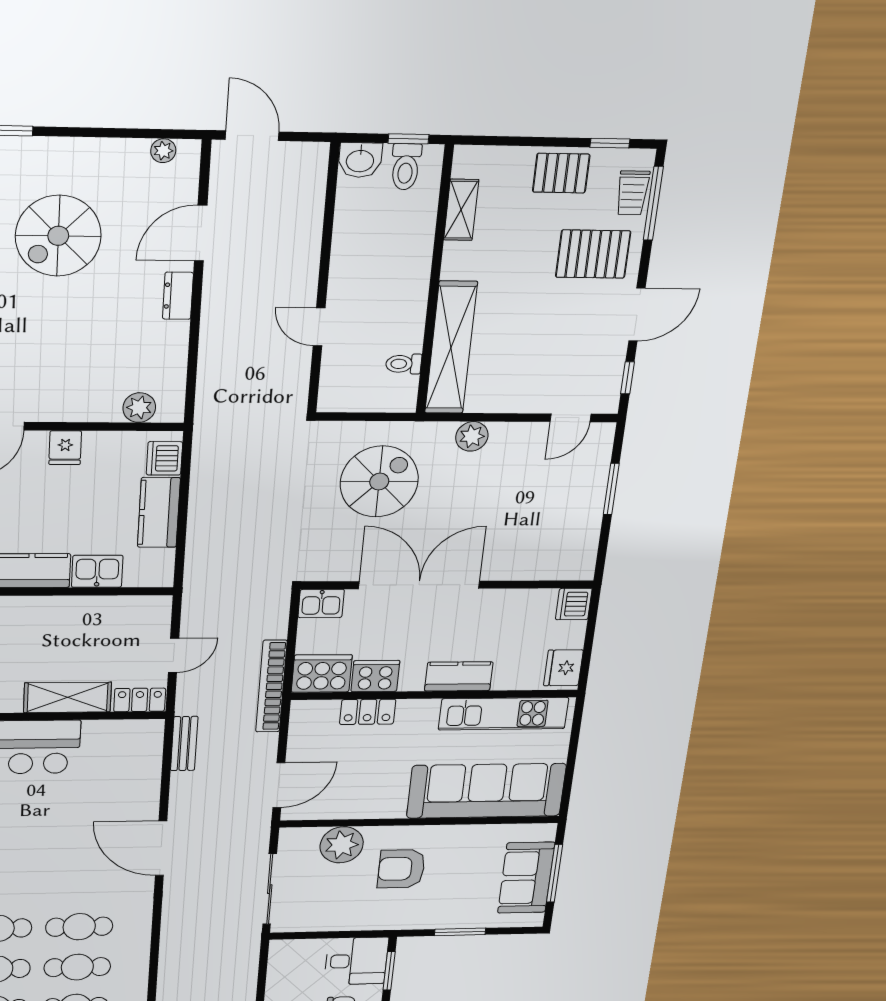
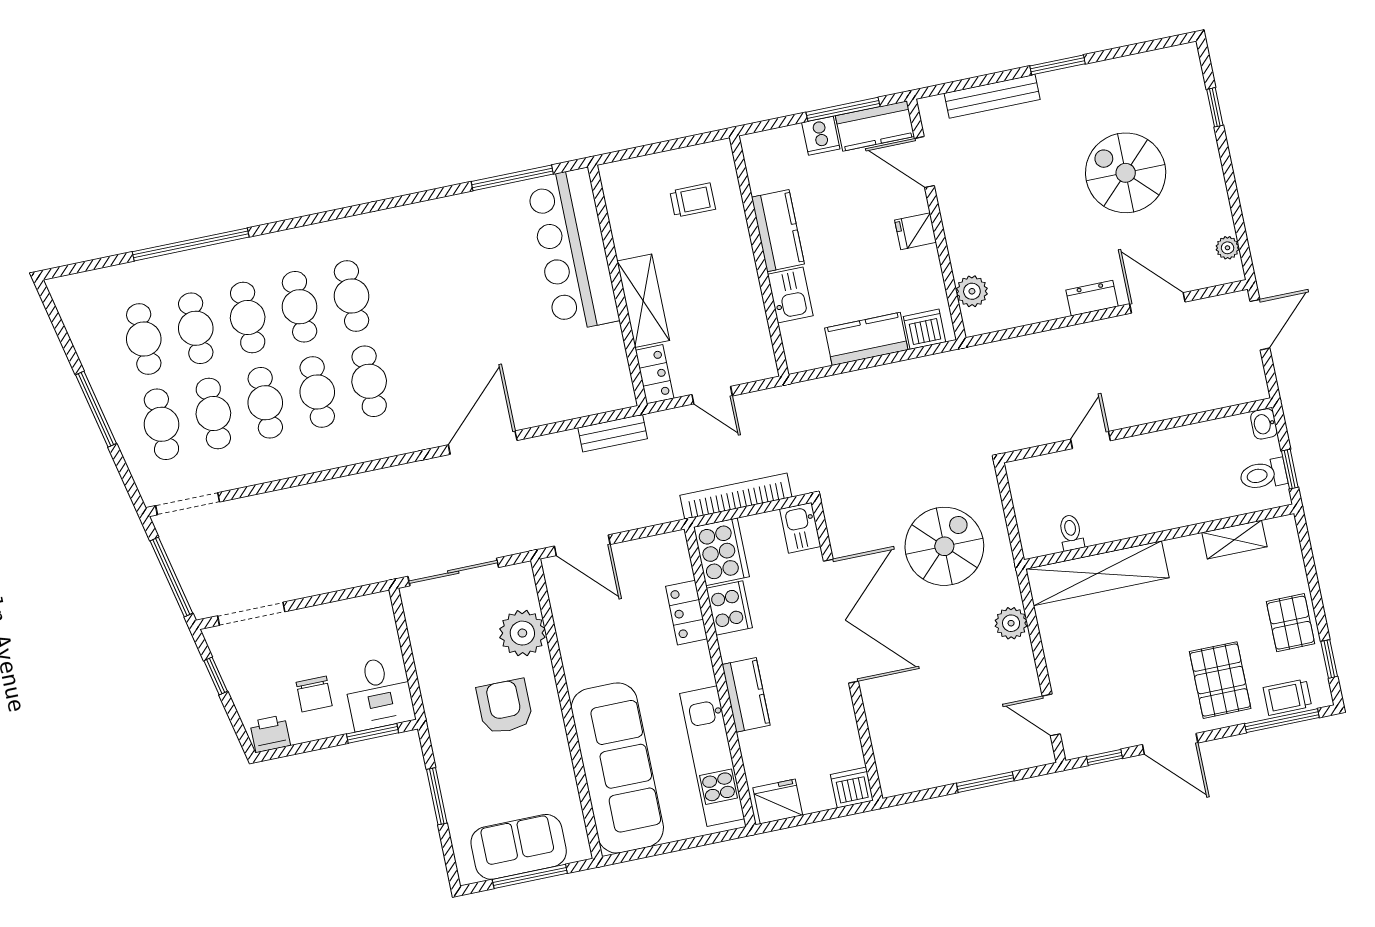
washbasin: (360, 160) -> (1264, 424), width x0.72, depth x0.69
spiral stairs: (379, 482) -> (944, 546), turned -90
bookcase: (271, 686) -> (736, 496), moved

